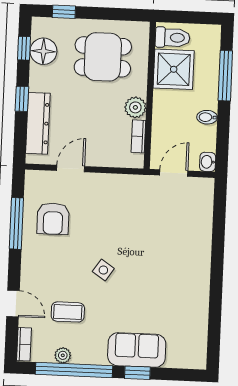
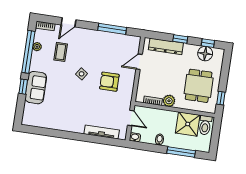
window: (64, 12) -> (221, 98), moved
door: (71, 169) -> (139, 62), swing flipped
armchair: (53, 219) -> (109, 82), moved
tv unit: (204, 223) -> (102, 132), added

